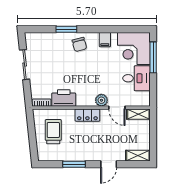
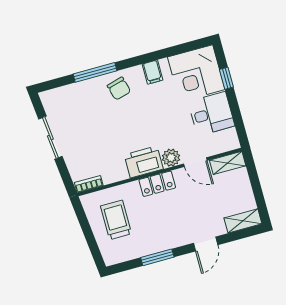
window: (66, 29) -> (95, 72), width x1.44
window: (153, 57) -> (226, 78), width x0.46
printer: (64, 98) -> (144, 162), moved

